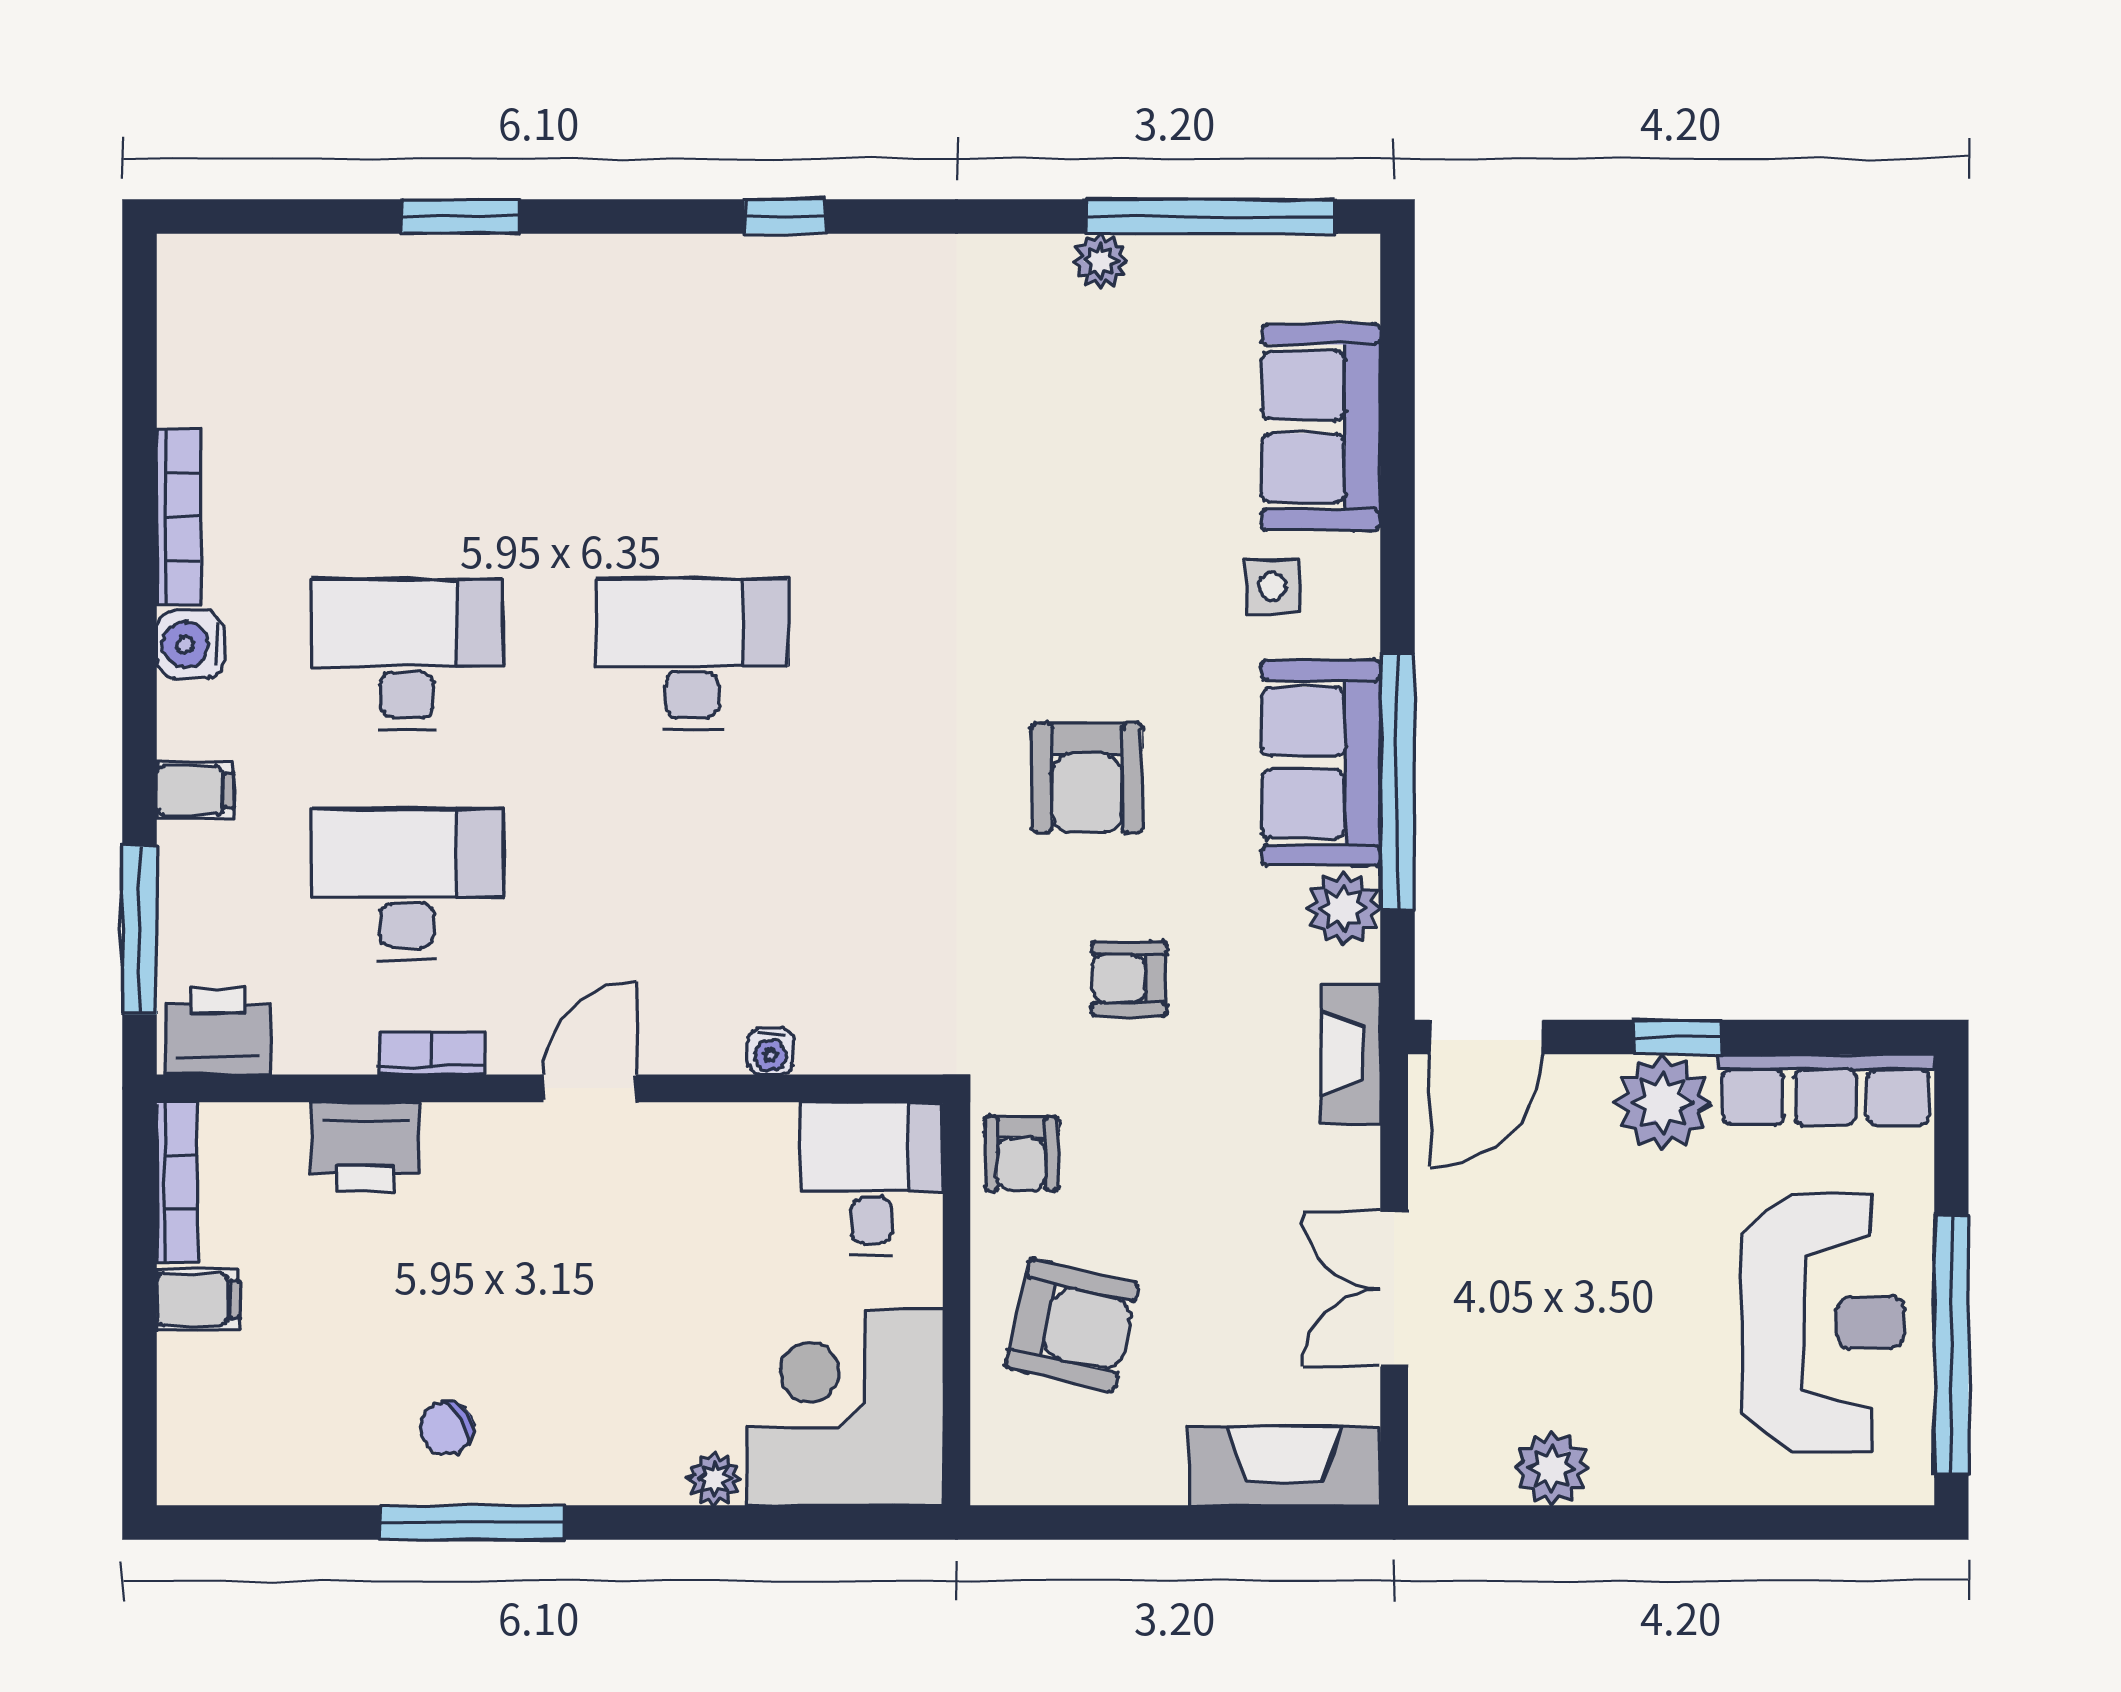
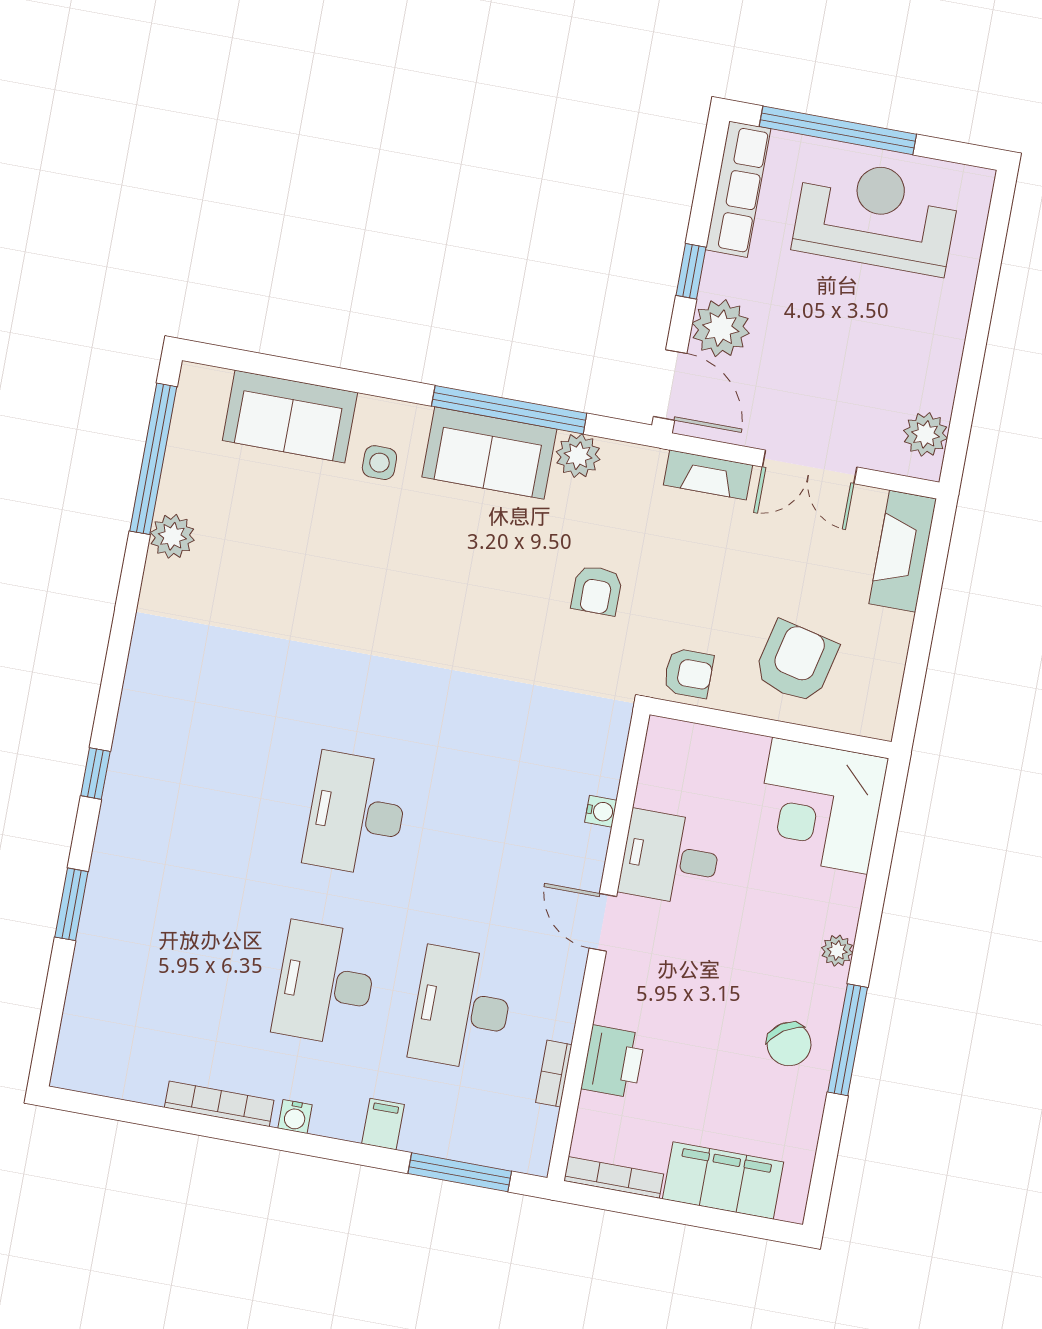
window: (785, 217) -> (95, 774), moved
plant: (1100, 261) -> (172, 536), width x1.38, depth x1.38
water cooler: (190, 645) -> (295, 1117), width x0.72, depth x0.72
armchair: (1087, 778) -> (473, 594), removed
printer: (218, 1031) -> (528, 1137), removed
bookcase: (431, 1054) -> (554, 1074), moved
fireplace: (1351, 1054) -> (708, 475), moved
plant: (1663, 1103) -> (721, 328), moved
desk: (872, 1179) -> (670, 858), moved
filing cabinet: (198, 1299) -> (723, 1180), width x3.00, depth x1.17
window: (1951, 1345) -> (838, 130), moved
chair: (447, 1428) -> (789, 1044), width x1.37, depth x1.37
plant: (1552, 1468) -> (925, 434), moved
plant: (715, 1479) -> (837, 951), moved

